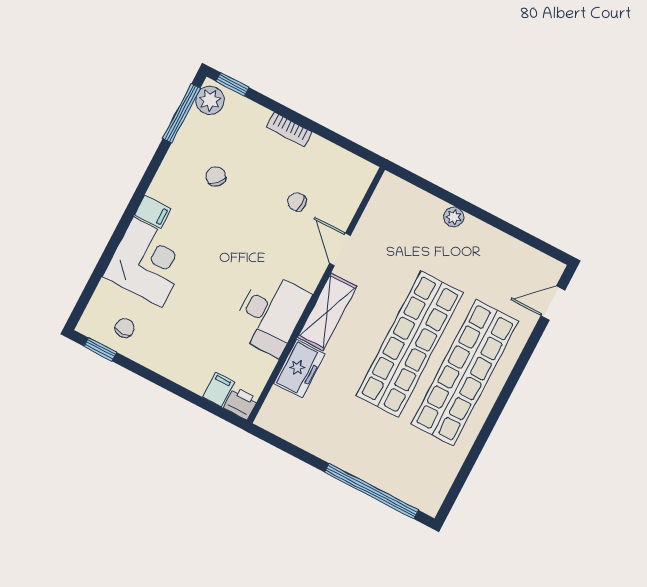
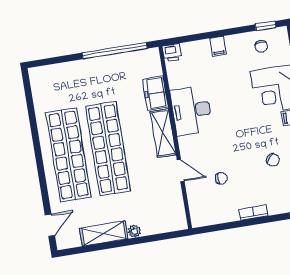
shelving: (494, 243) -> (104, 233), added
filing cabinet: (218, 389) -> (218, 46), moved
window: (371, 491) -> (115, 51), moved

